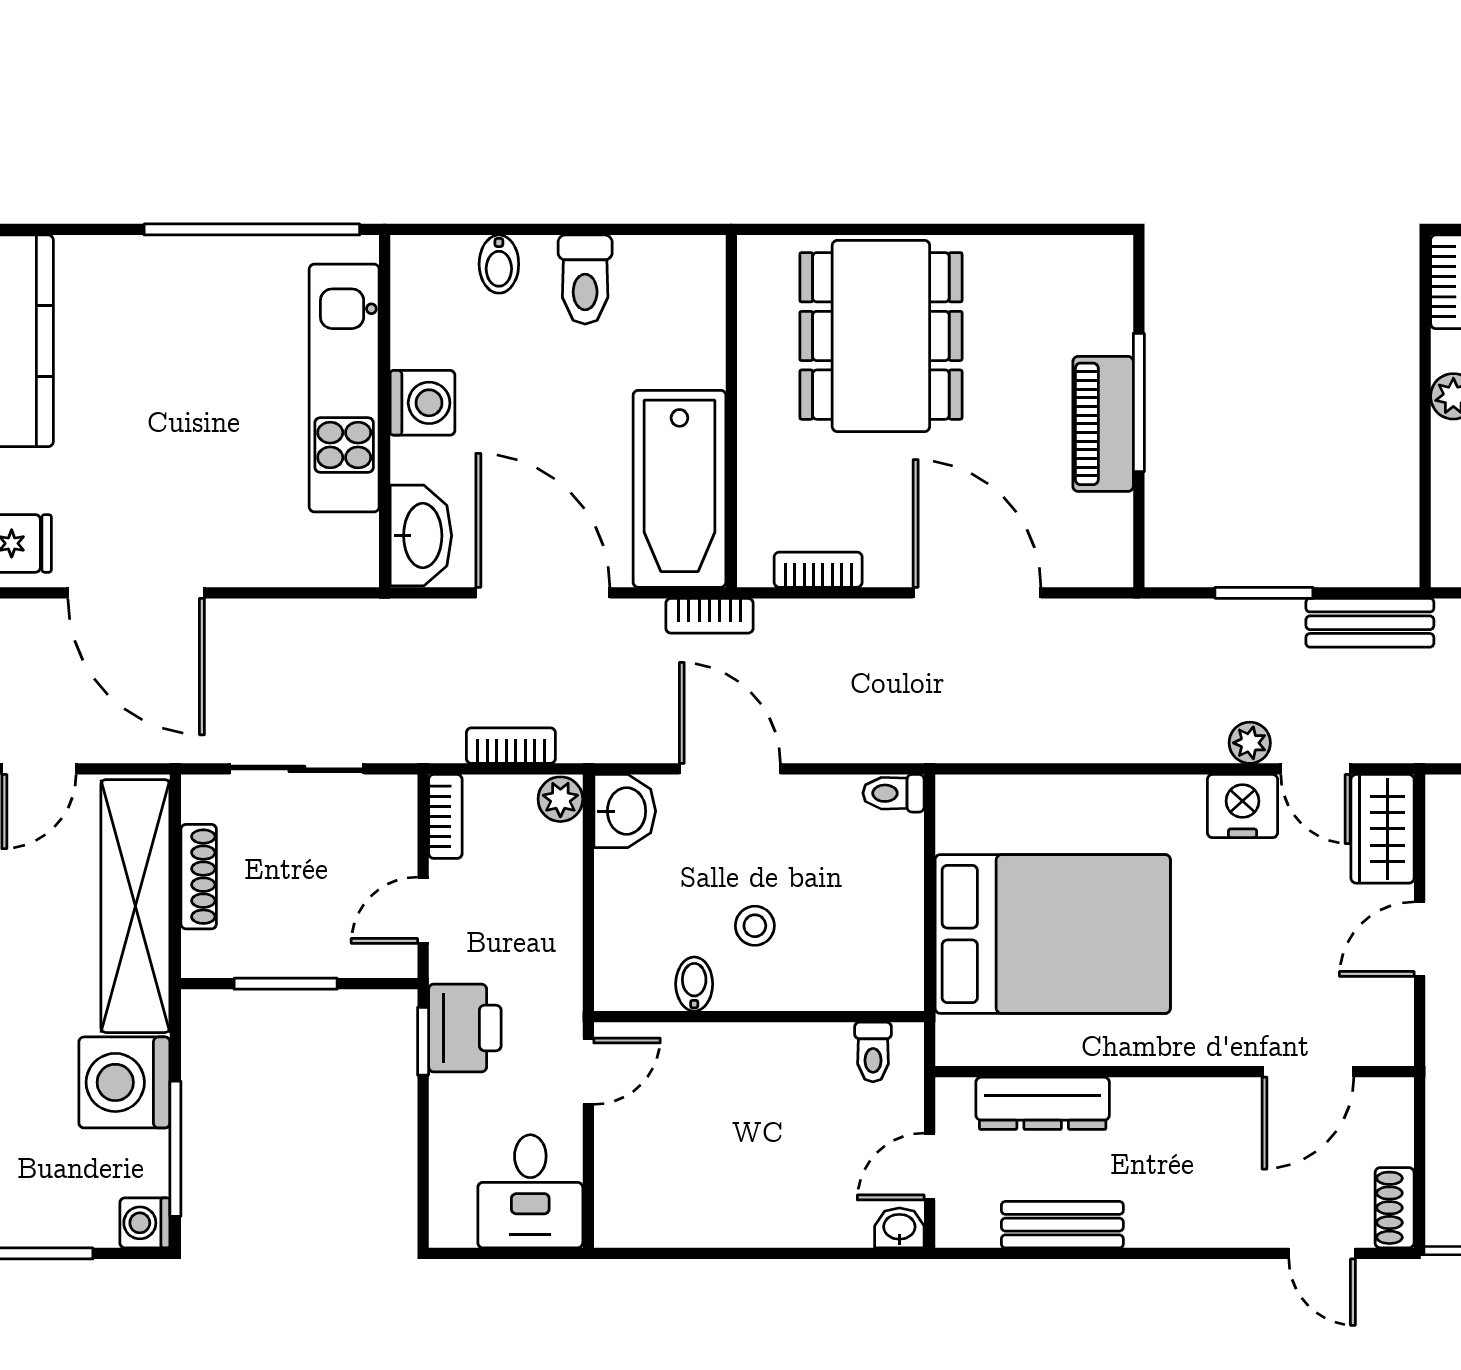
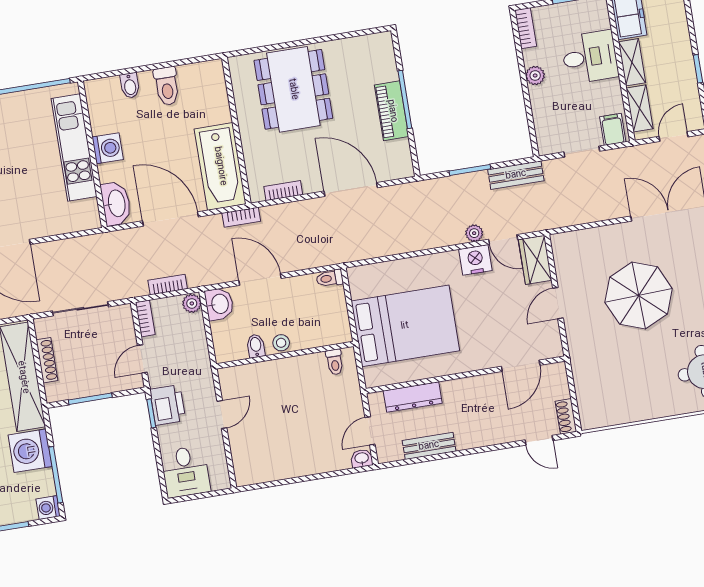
bidet: (694, 984) -> (256, 346), moved
wall: (759, 1017) -> (285, 355), moved
toilet: (873, 1052) -> (335, 362), moved
desk: (530, 1191) -> (186, 472), moved

